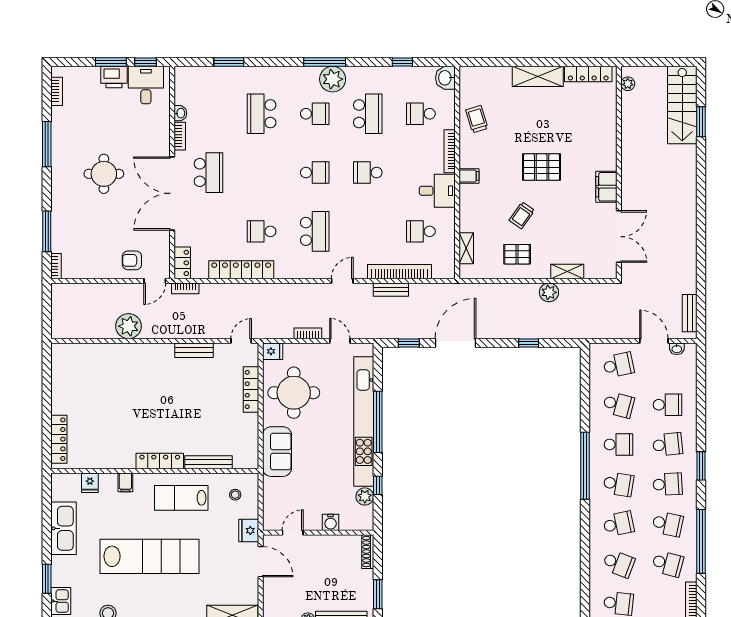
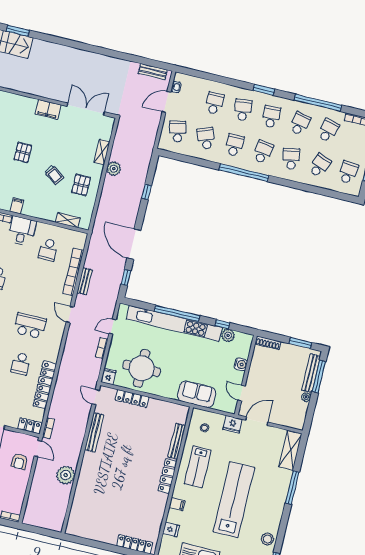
pallet: (542, 167) -> (23, 152), width x0.67, depth x0.71
bench: (194, 350) -> (94, 432), width x1.36
school desk: (618, 405) -> (206, 138), turned -36
sofa: (277, 452) -> (197, 394), moved

